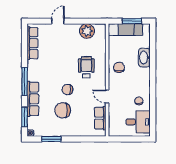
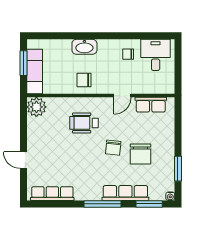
plant: (87, 31) -> (36, 107), moved
washbasin: (144, 58) -> (84, 47), moved

